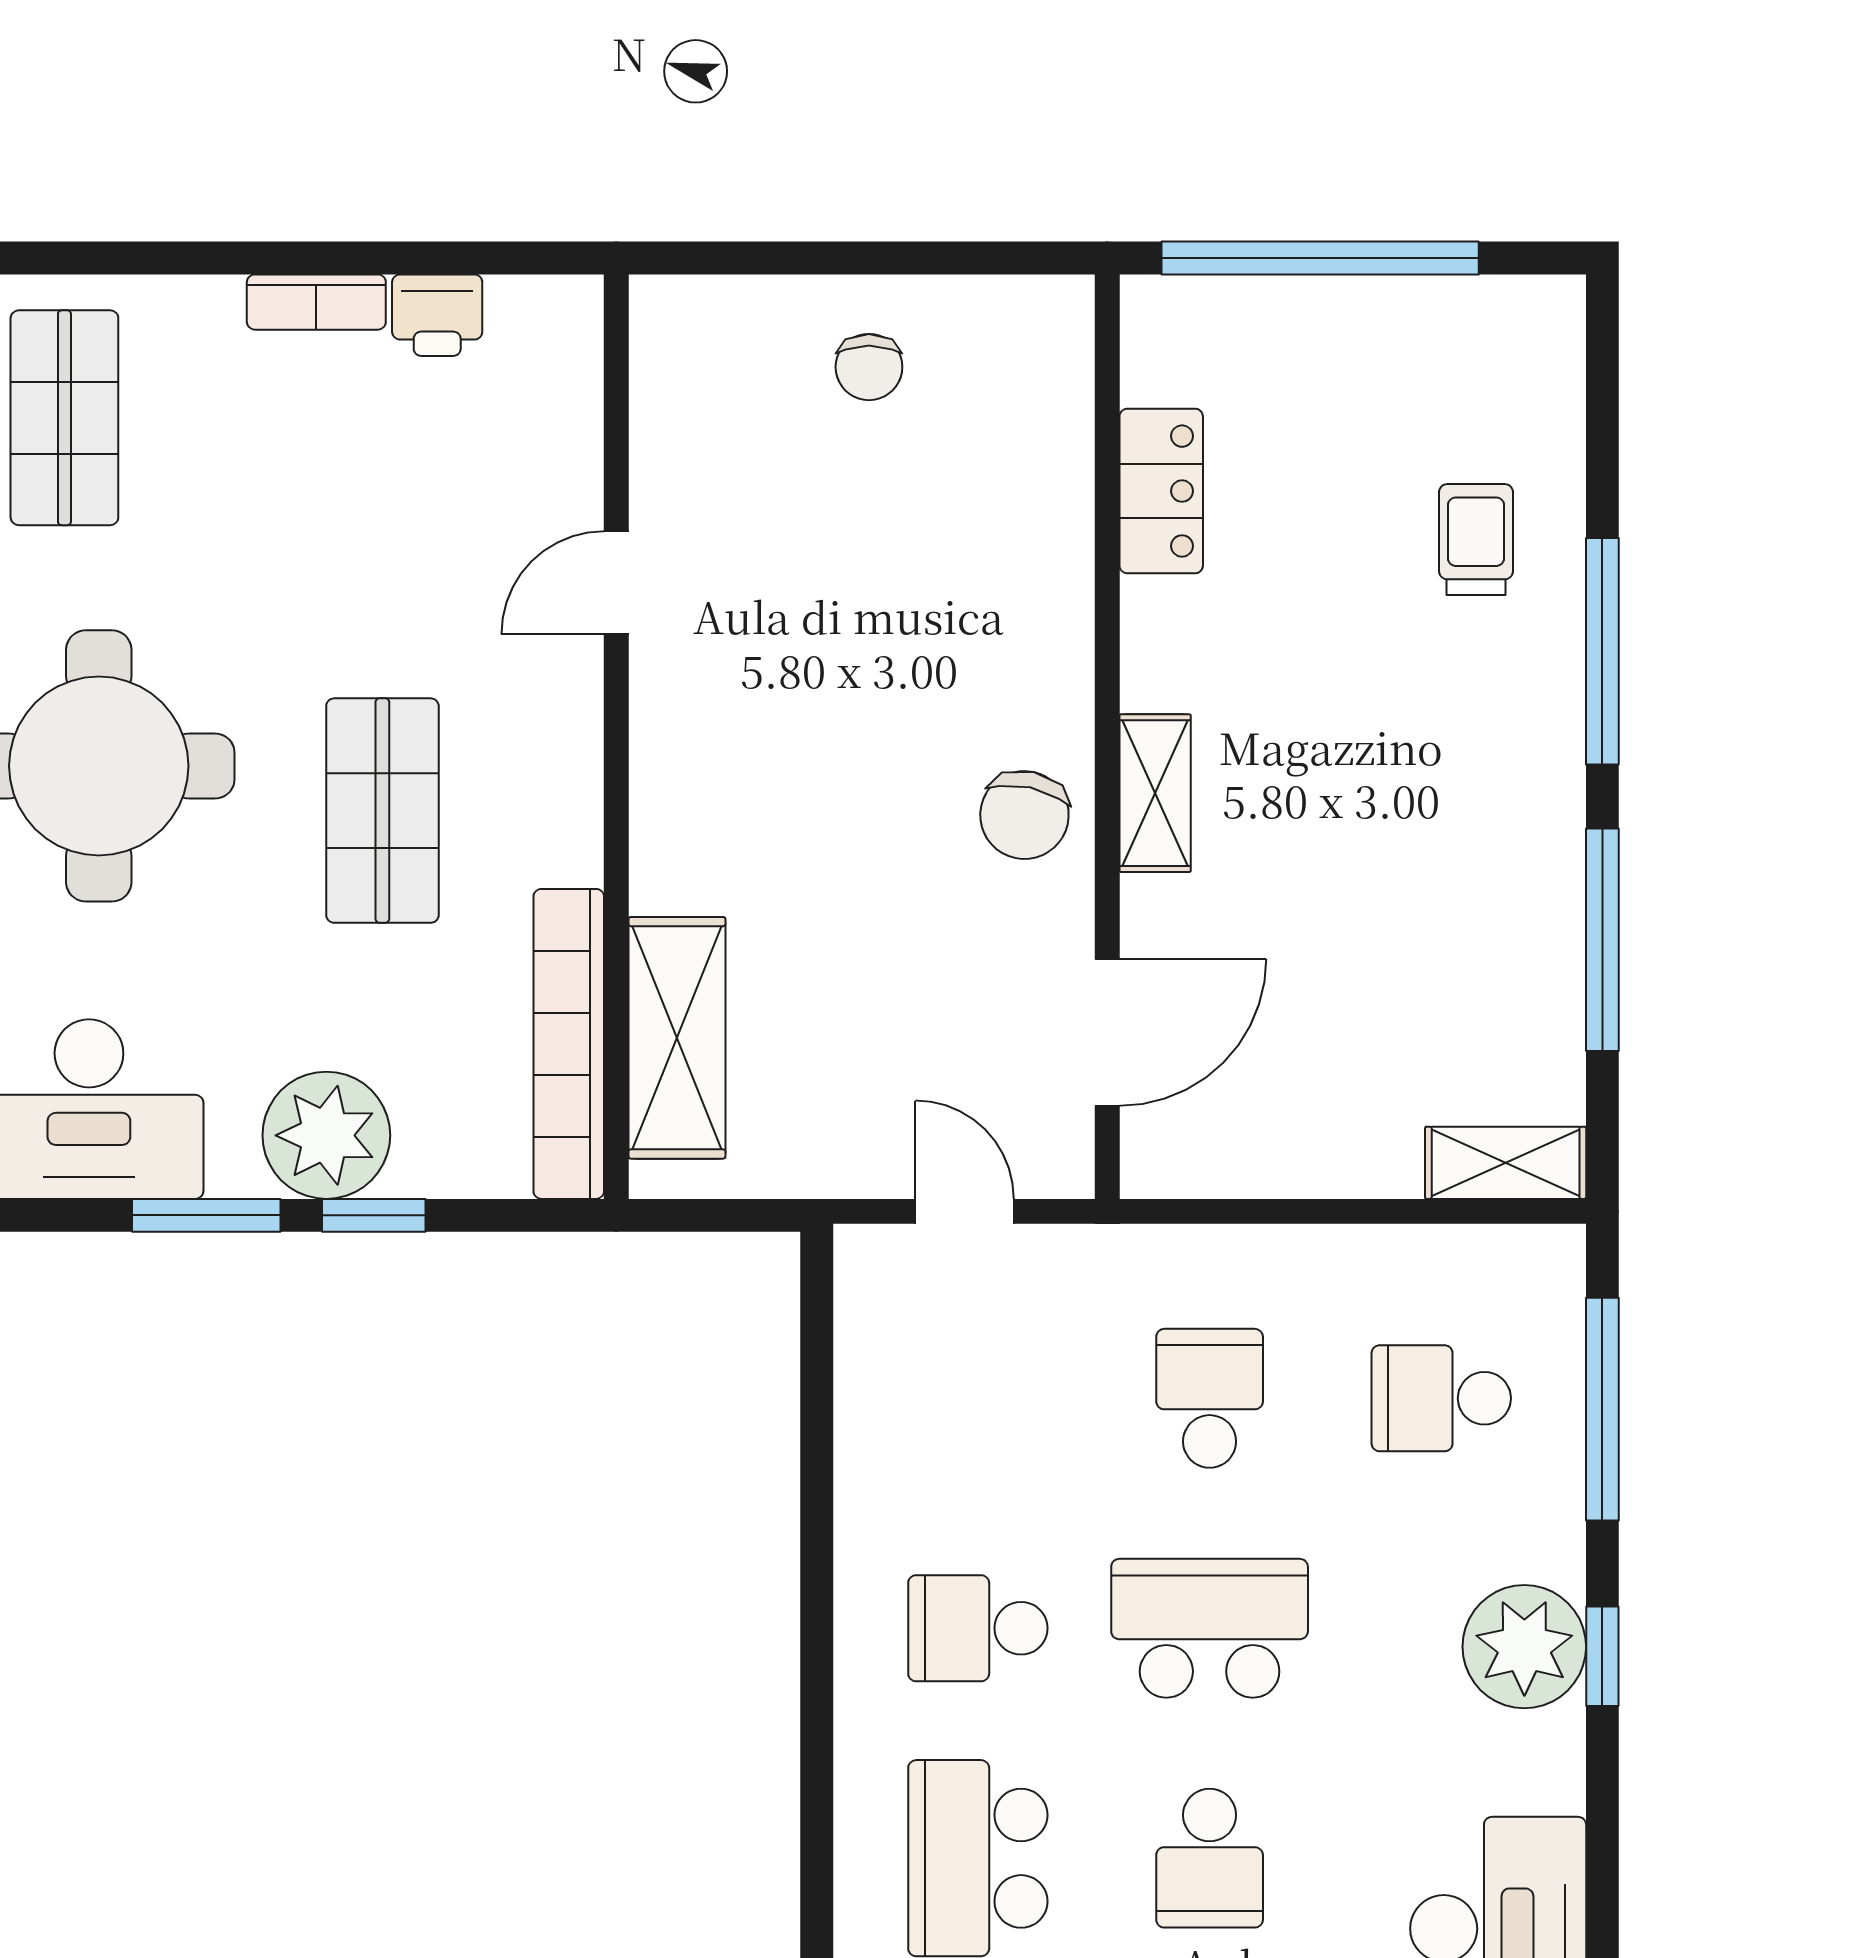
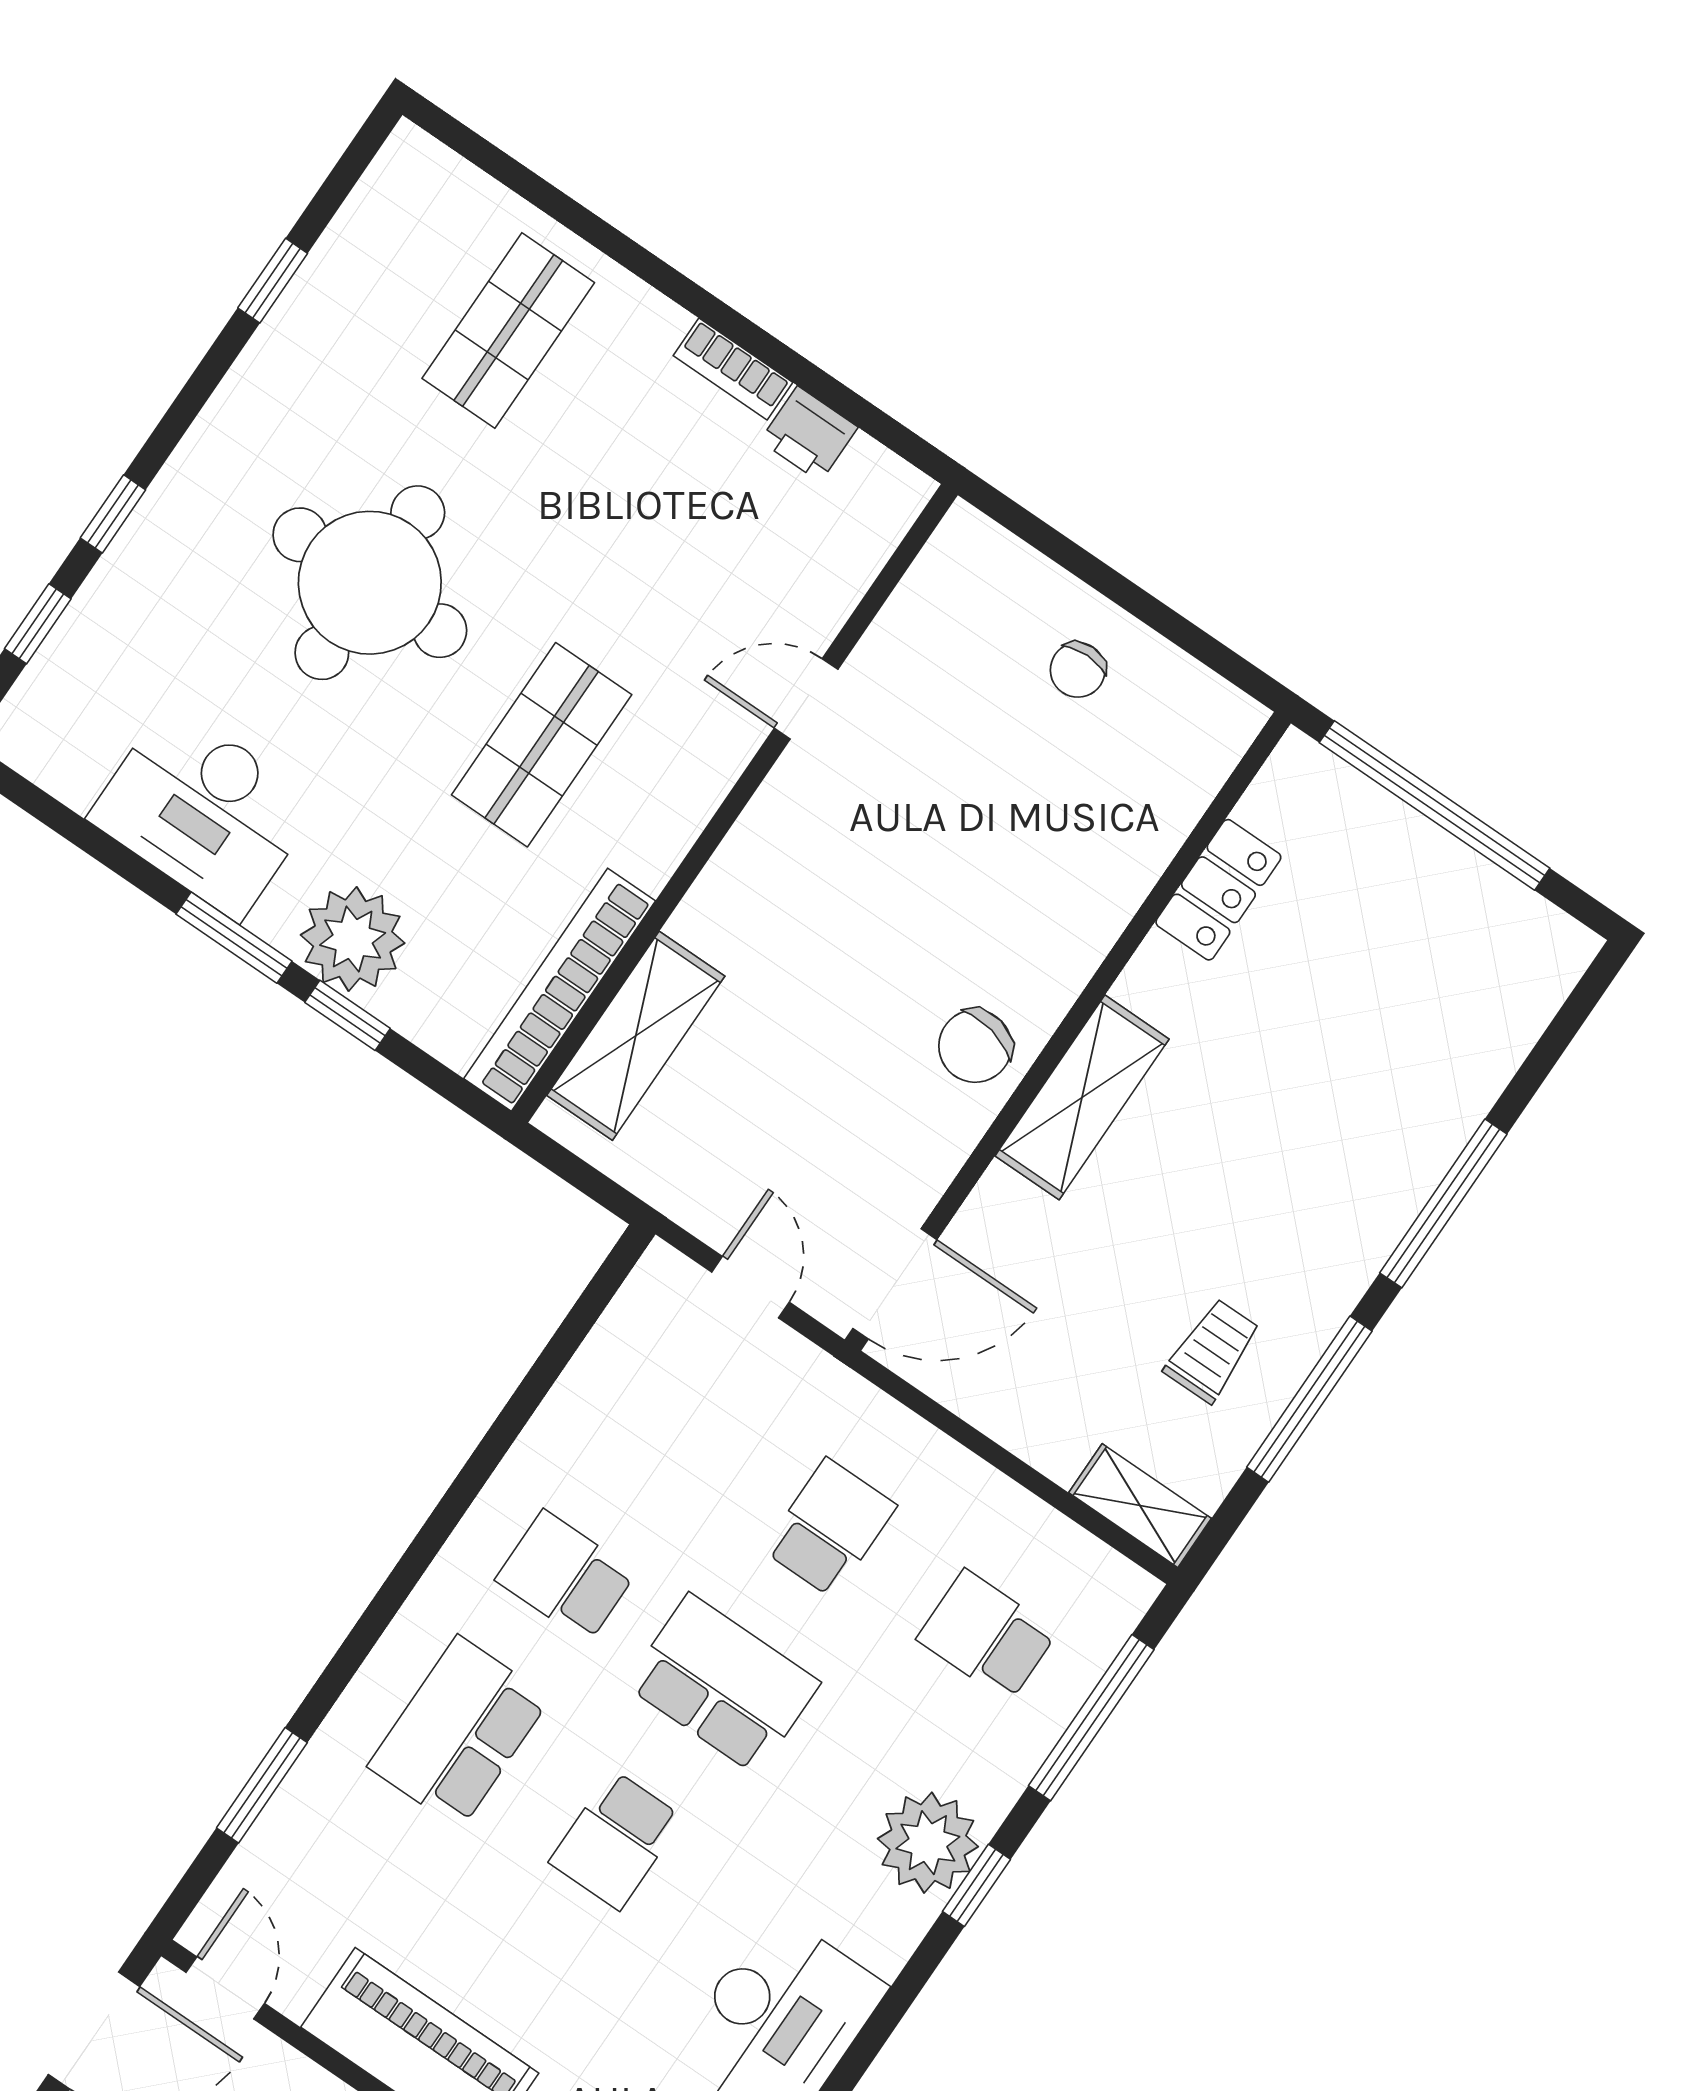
trolley: (1476, 539) -> (1212, 1351), moved
shelving: (1155, 793) -> (1082, 1097), width x1.50, depth x1.33
door: (1107, 1032) -> (895, 1284), moved

